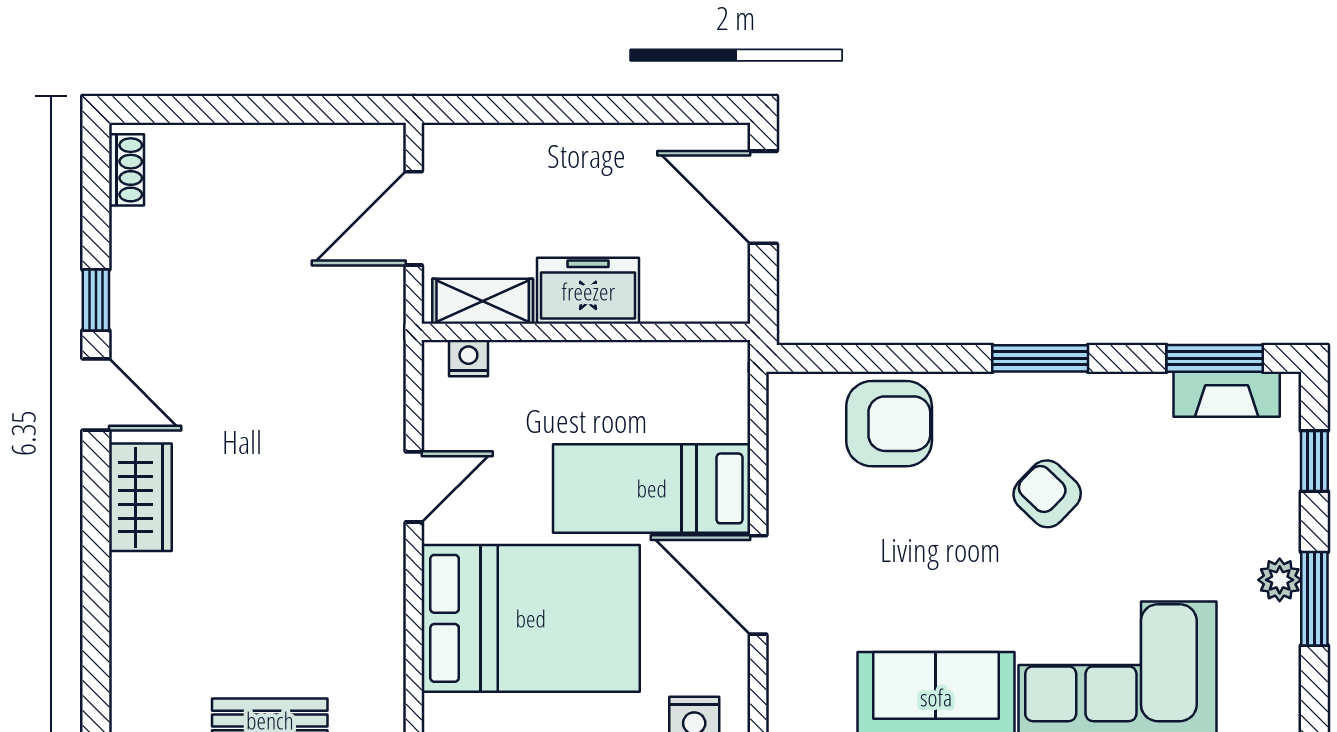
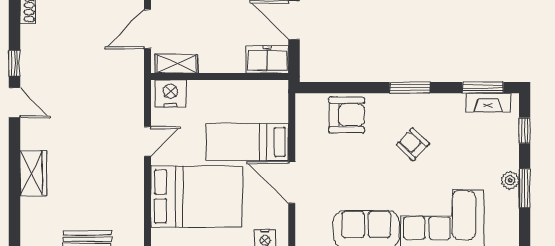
freezer: (588, 291) -> (267, 59), moved
nightstand: (468, 358) -> (170, 94), width x1.89, depth x1.79
wardrobe: (140, 497) -> (33, 173), moved

